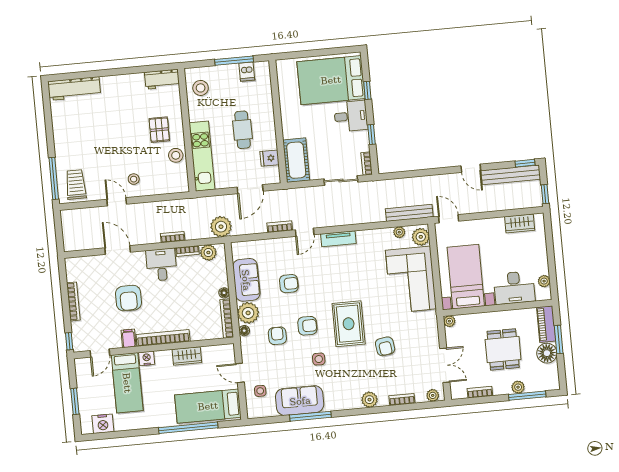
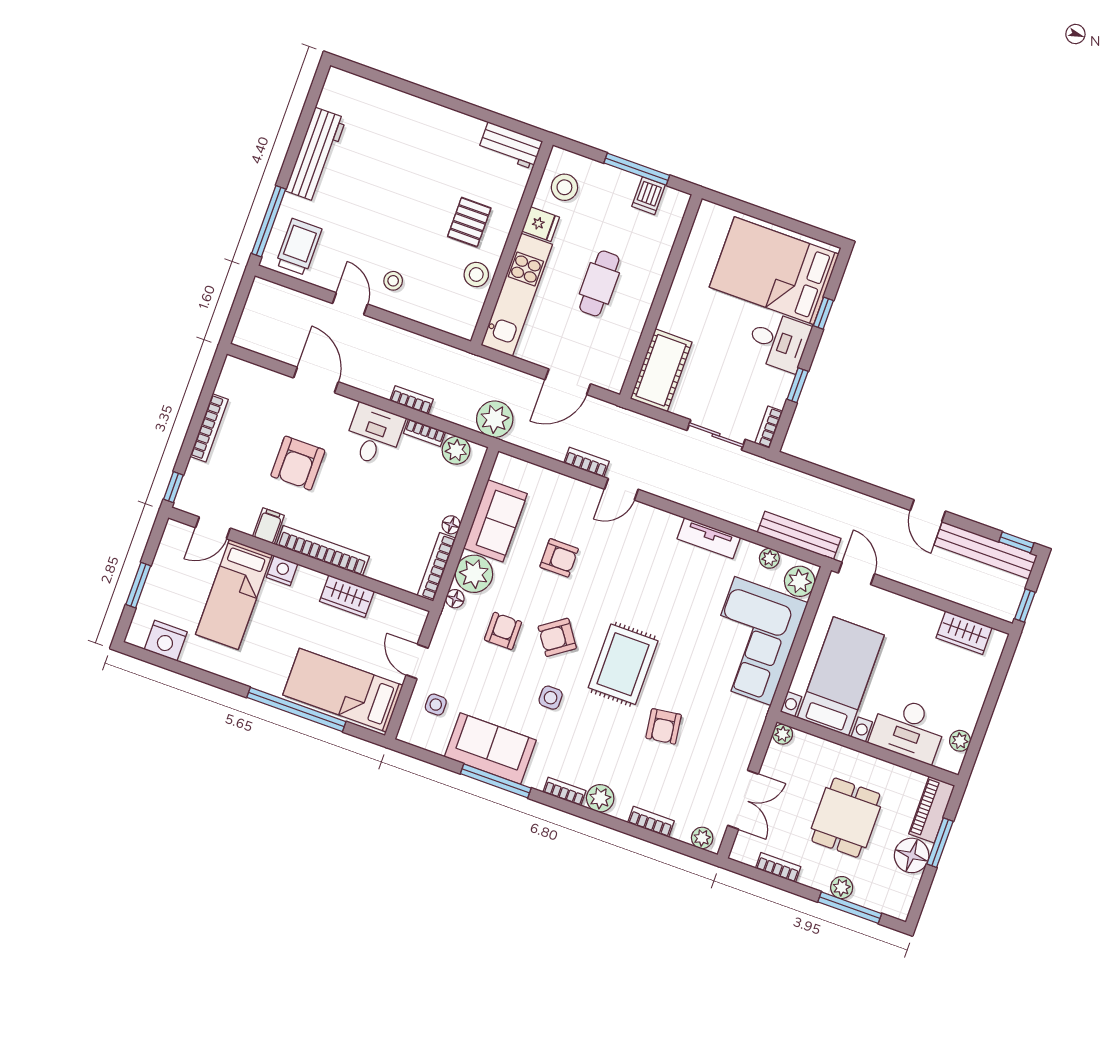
workbench: (74, 89) -> (316, 155), moved, turned -90
fridge: (270, 158) -> (541, 224), moved, turned 180
tv unit: (338, 239) -> (709, 538), moved
armchair: (307, 326) -> (557, 637), turned 145
bookcase: (349, 405) -> (564, 791), added

